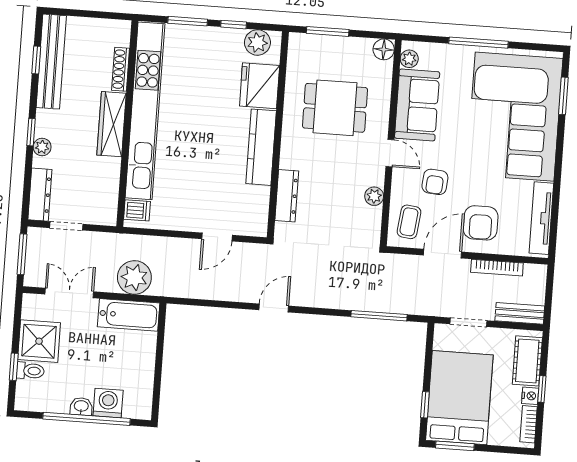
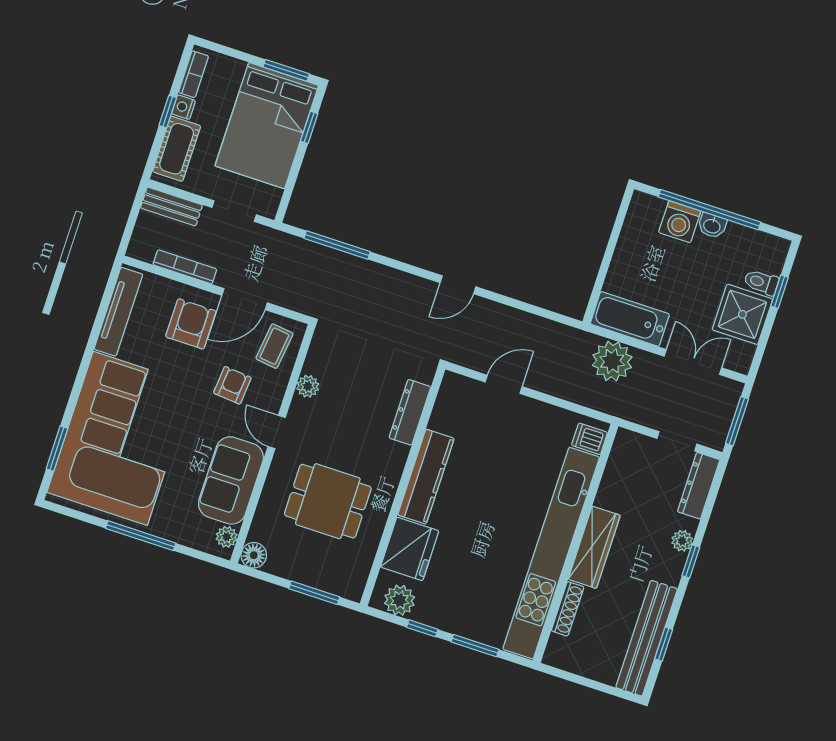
double door: (69, 293) -> (693, 362), swing flipped

